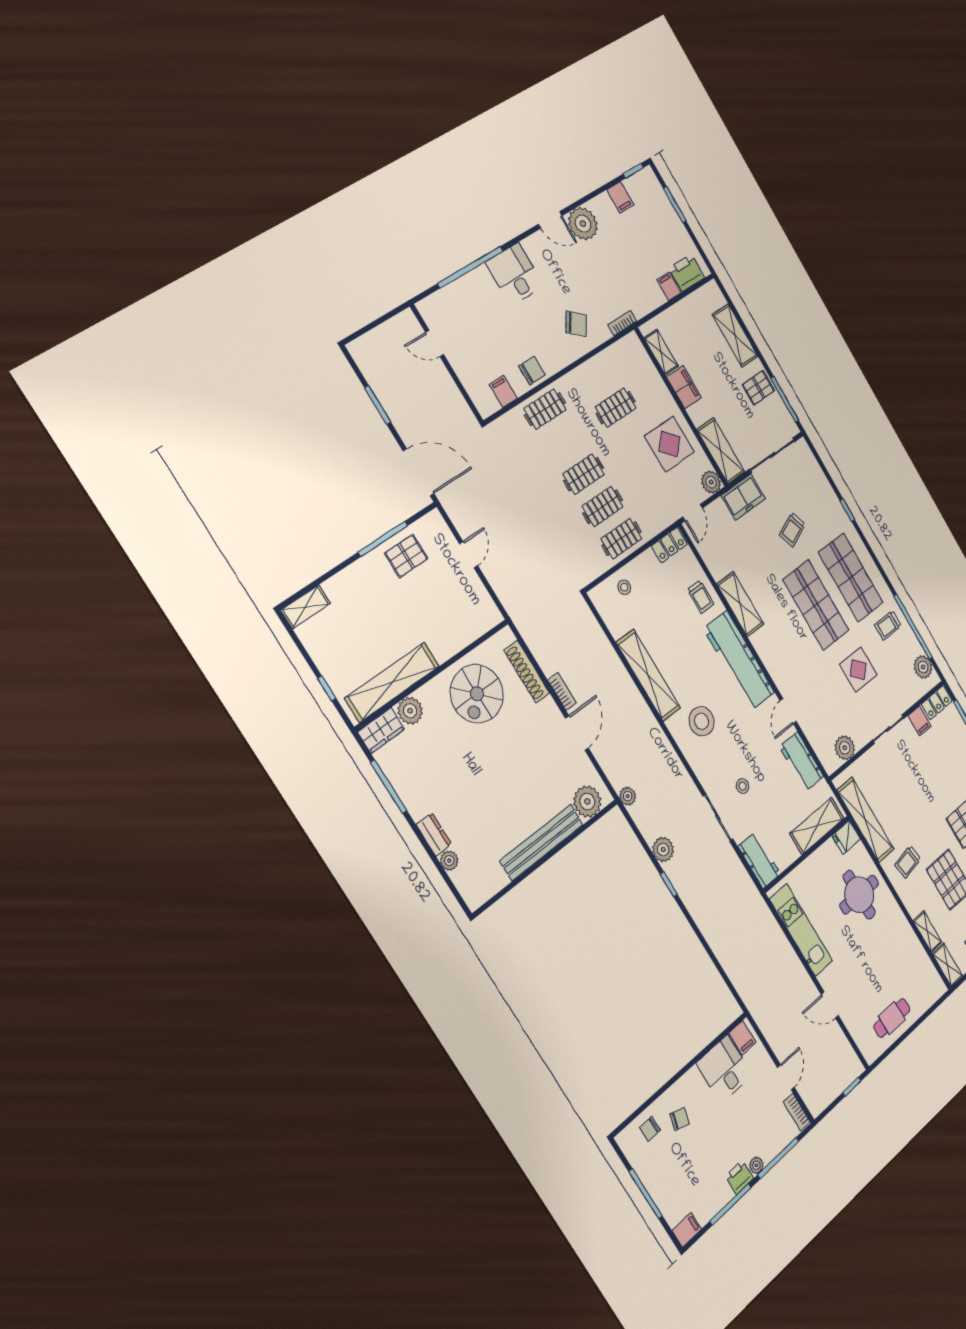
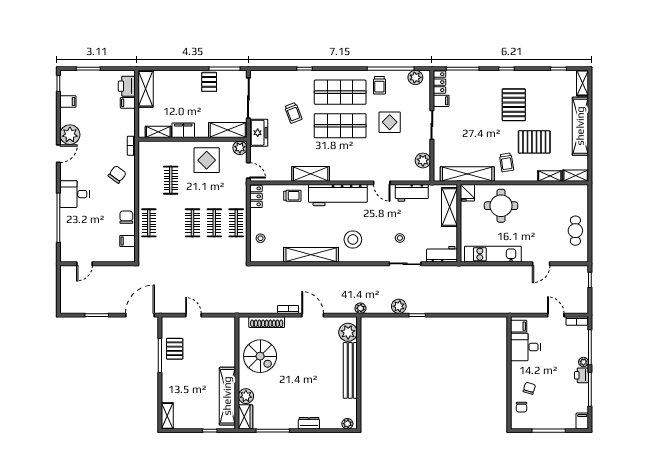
shelving: (735, 335) -> (146, 89), moved, turned 90
plant: (449, 861) -> (347, 424), moved

